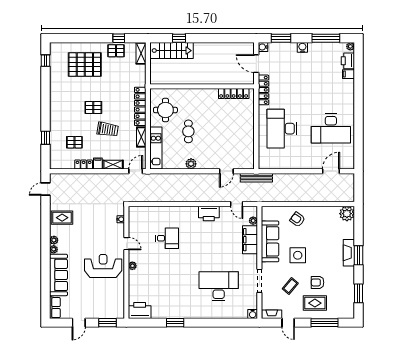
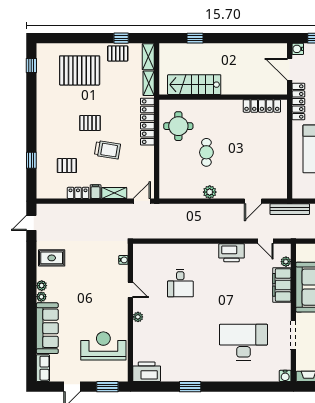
stairs: (171, 51) -> (194, 85), moved, turned 180
shelving: (141, 137) -> (149, 83), moved
kitchen unit: (156, 148) -> (167, 173), removed
desk: (167, 238) -> (180, 283), turned 90
reception desk: (103, 266) -> (103, 346), moved

